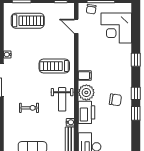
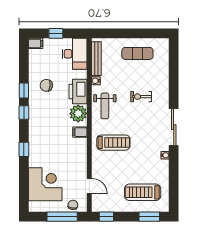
weight bench: (62, 99) -> (105, 106), turned 180
chair: (115, 100) -> (46, 85), moved

